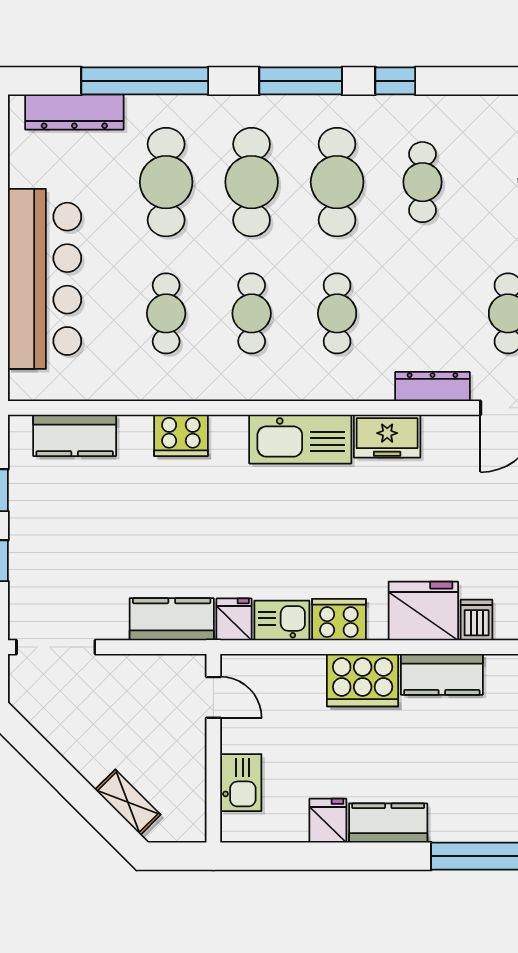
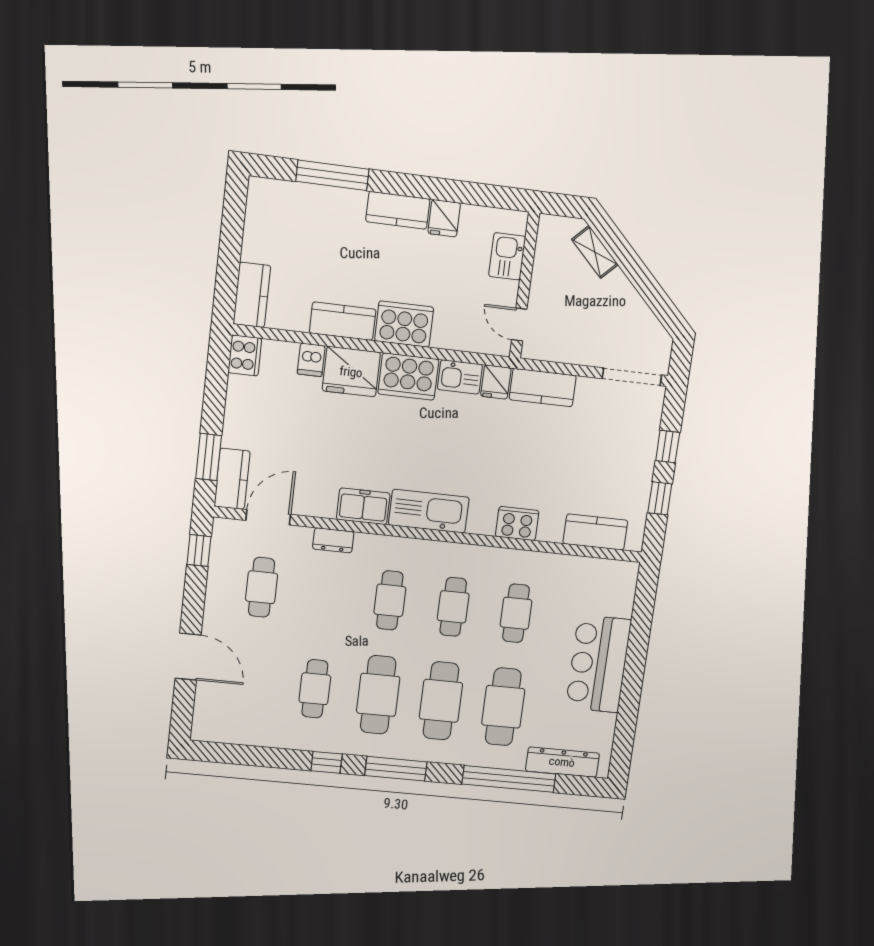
bar counter: (45, 279) -> (598, 664), width x0.73
dresser: (432, 386) -> (333, 540), width x0.70
cooker: (339, 620) -> (408, 377), width x1.37, depth x1.31

